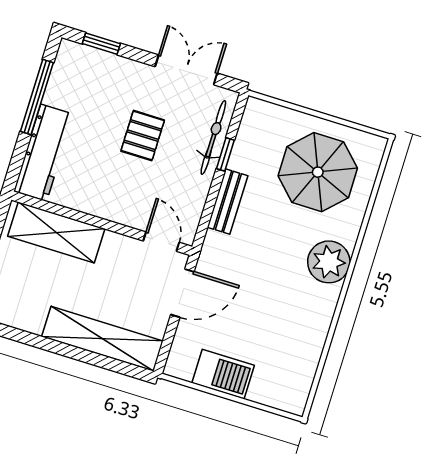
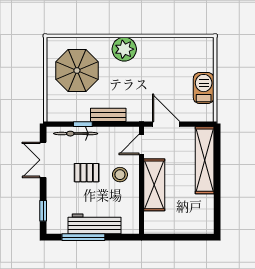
workbench: (44, 153) -> (95, 224), moved
stool: (122, 190) -> (120, 175), added
shelving: (56, 232) -> (154, 185), moved

